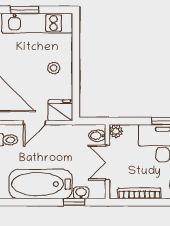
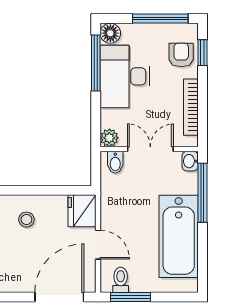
double door: (107, 163) -> (150, 149), swing flipped
washbasin: (81, 193) -> (190, 161), moved
window: (74, 202) -> (202, 193), width x2.17

